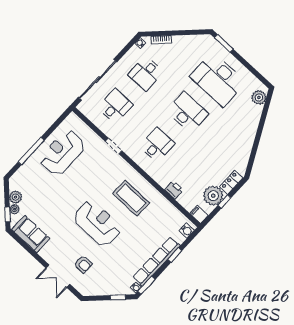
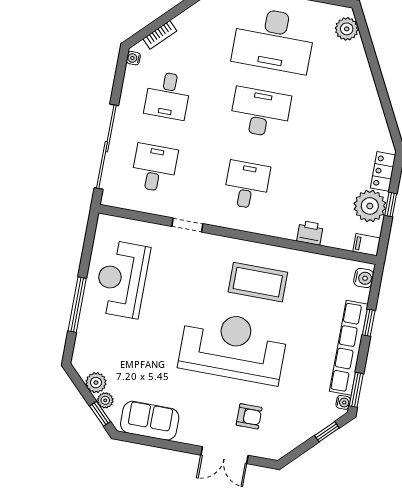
reception desk: (97, 223) -> (233, 347), width x1.36, depth x1.30

